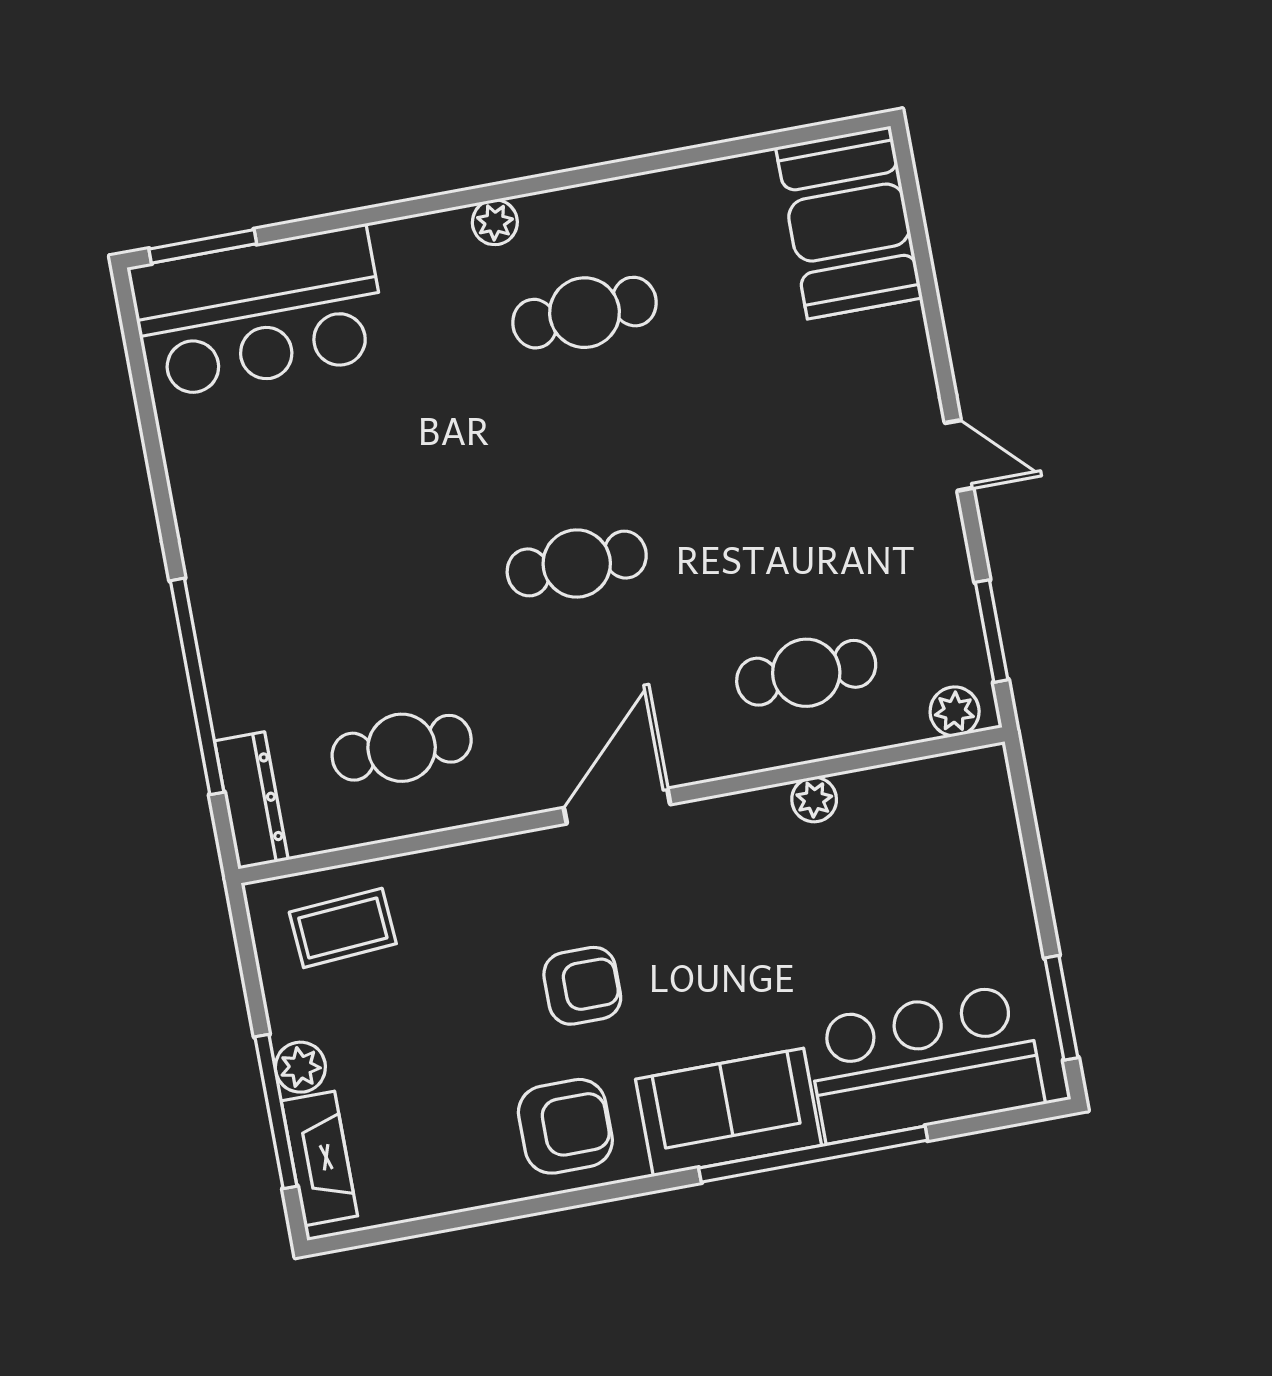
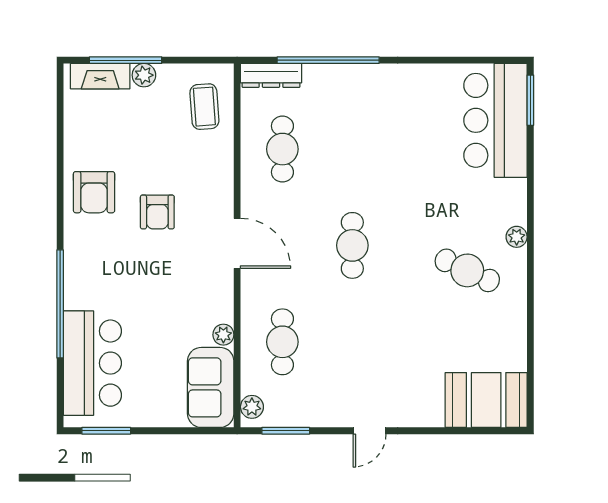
cafe table: (585, 313) -> (467, 270), turned -63
sofa: (729, 1112) -> (211, 387), moved, turned 180

